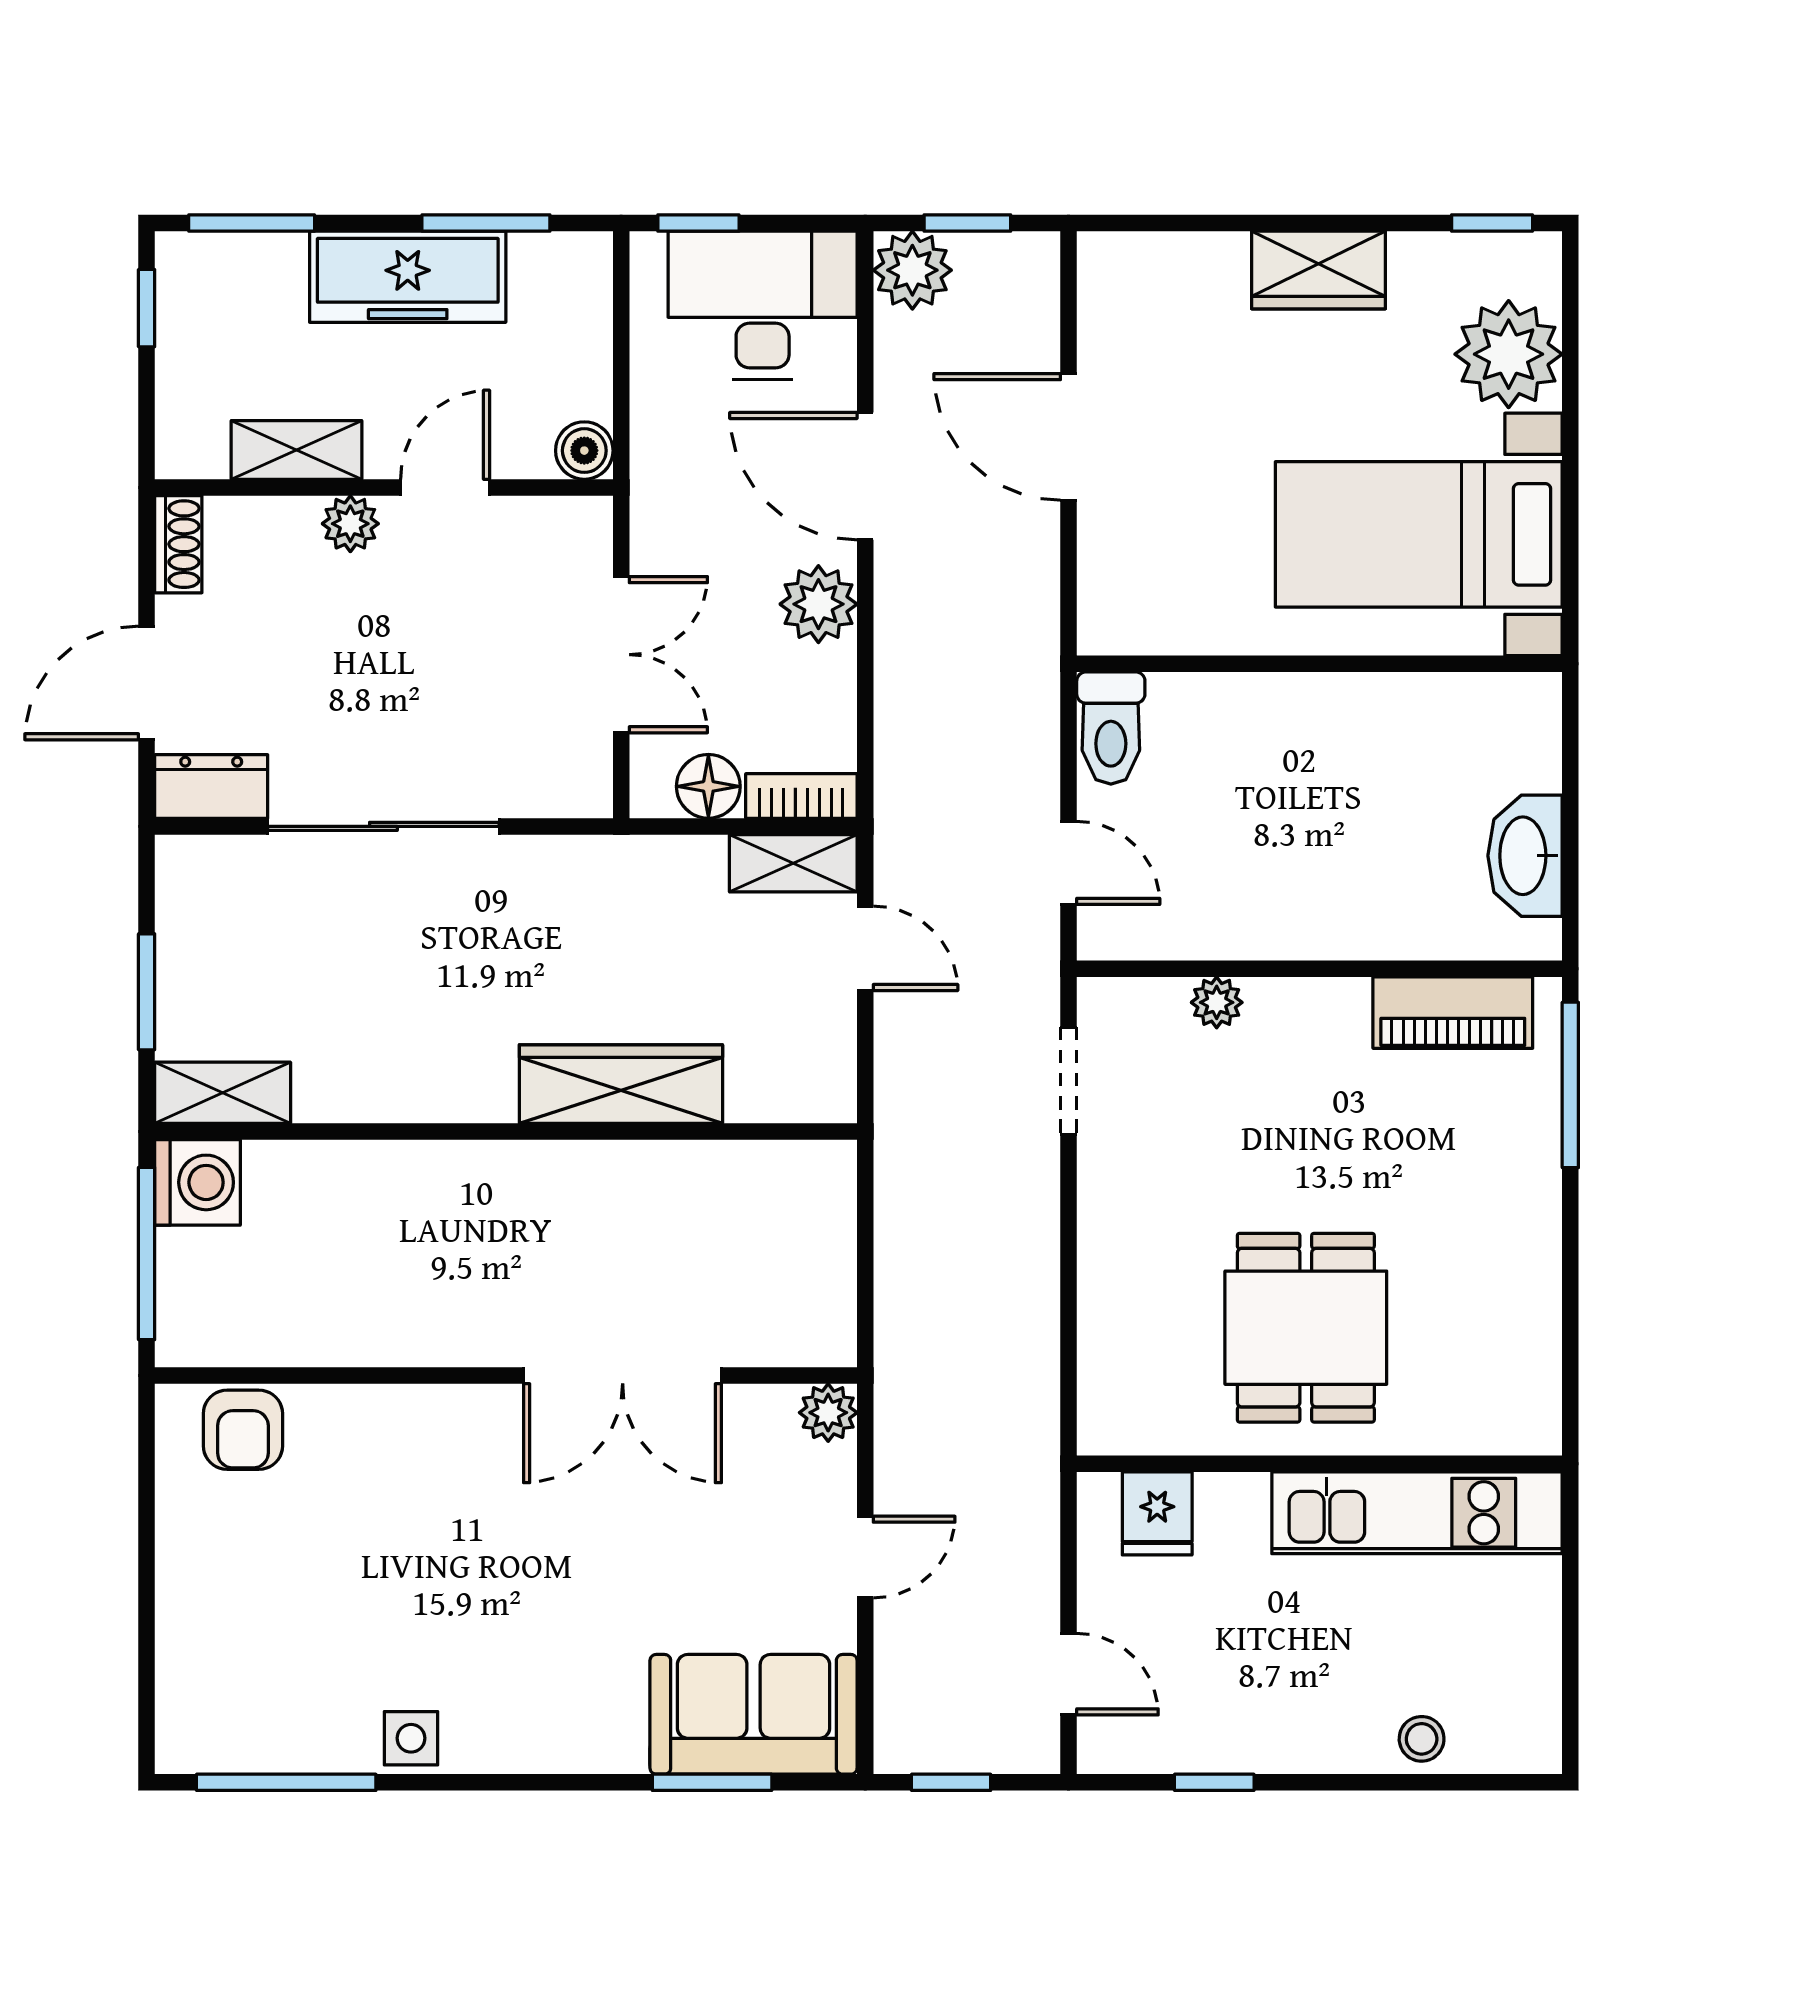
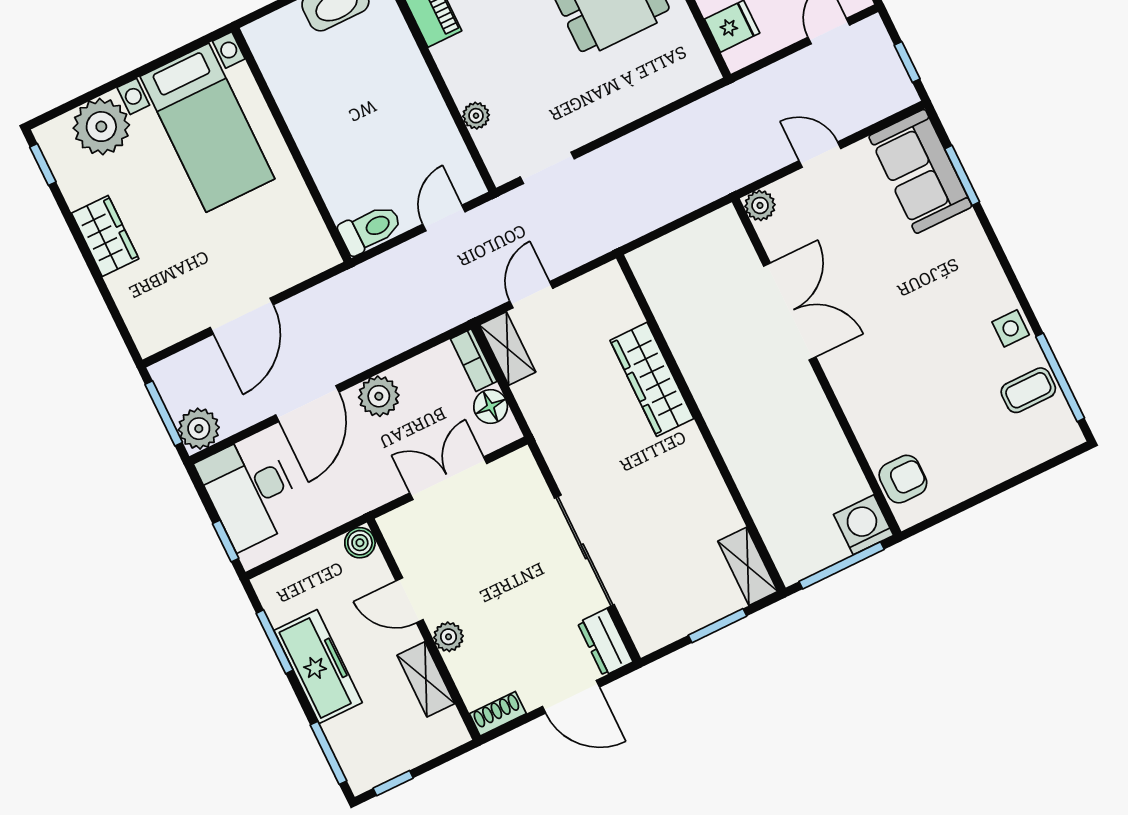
window: (967, 223) -> (164, 413), width x1.50
washing machine: (198, 1182) -> (864, 525), moved
coffee table: (291, 1717) -> (1028, 390), added

